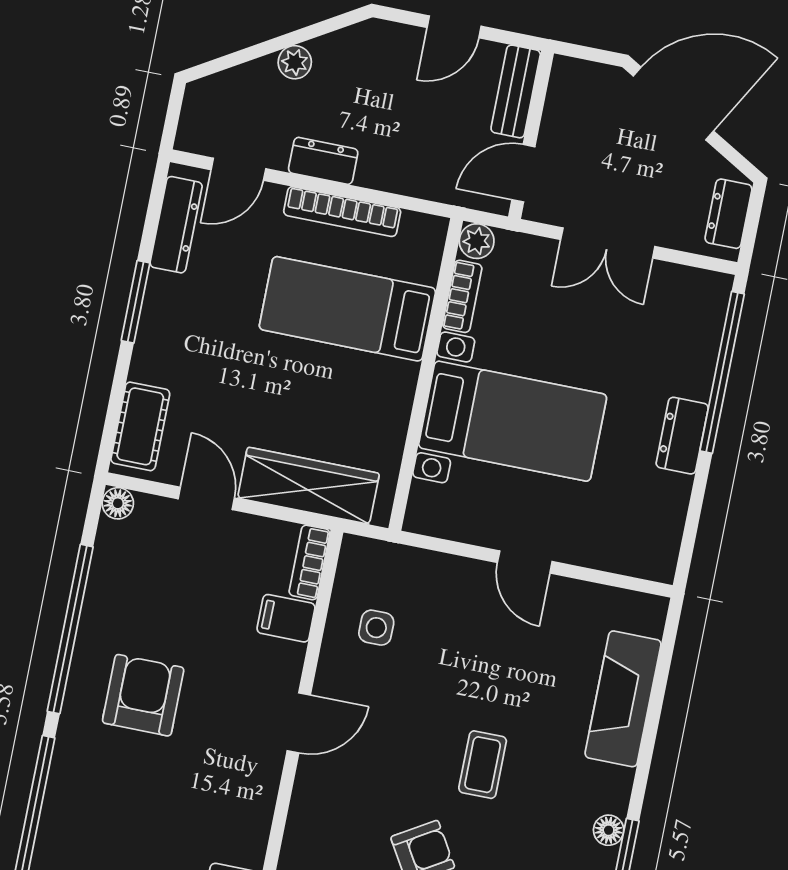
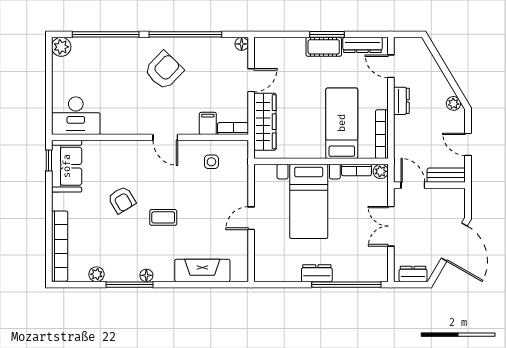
plant: (295, 62) -> (453, 103), moved
bookcase: (342, 212) -> (382, 134), moved
cot: (140, 426) -> (324, 47), moved
armchair: (143, 695) -> (164, 70), turned -46

